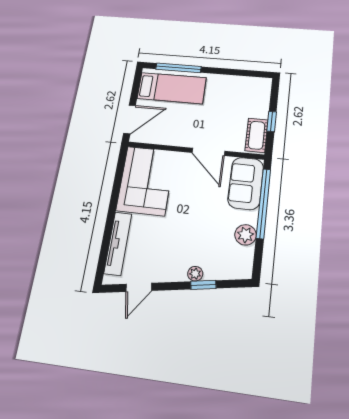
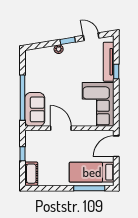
cot: (257, 135) -> (31, 174), moved
window: (109, 227) -> (116, 71), added
plant: (246, 235) -> (31, 76), removed
window: (203, 285) -> (68, 41), moved
door: (139, 287) -> (91, 37), hinge flipped

